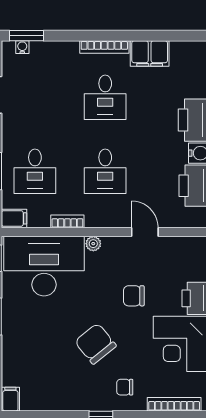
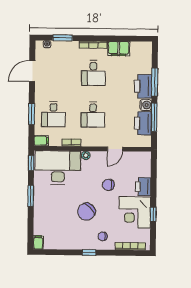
window: (27, 36) -> (63, 38), moved
door: (145, 232) -> (115, 149), swing flipped
chair: (95, 344) -> (86, 212), turned -95

